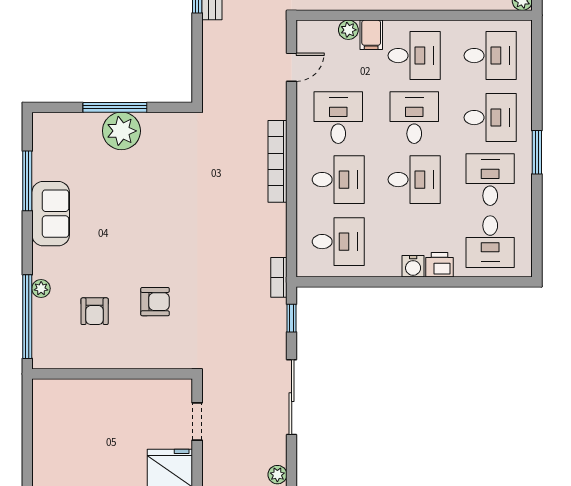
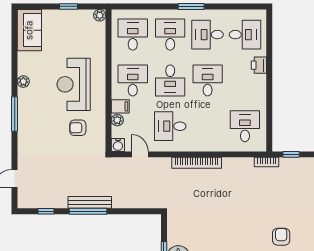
desk: (414, 118) -> (170, 80), turned -90
desk: (338, 180) -> (208, 126), removed
water cooler: (413, 266) -> (118, 145), moved, turned 90

